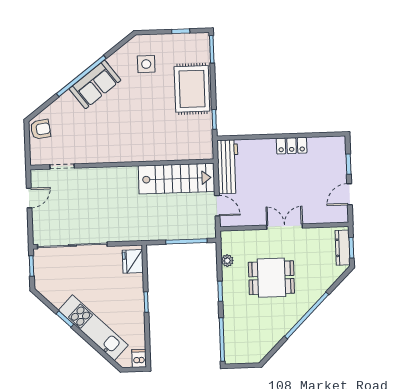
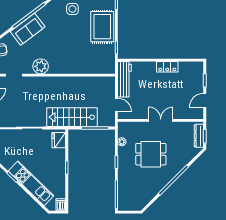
sofa: (95, 85) -> (28, 29), moved
plant: (101, 152) -> (41, 66), added
stairs: (176, 179) -> (72, 117), moved, turned 180

